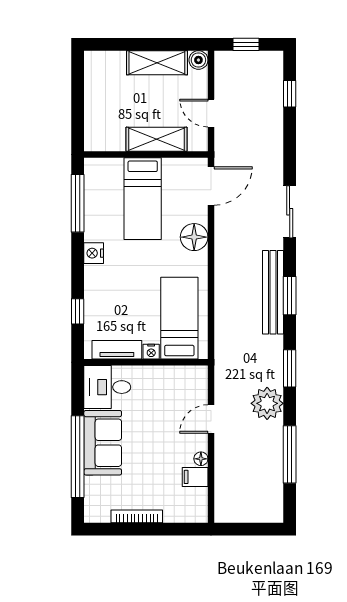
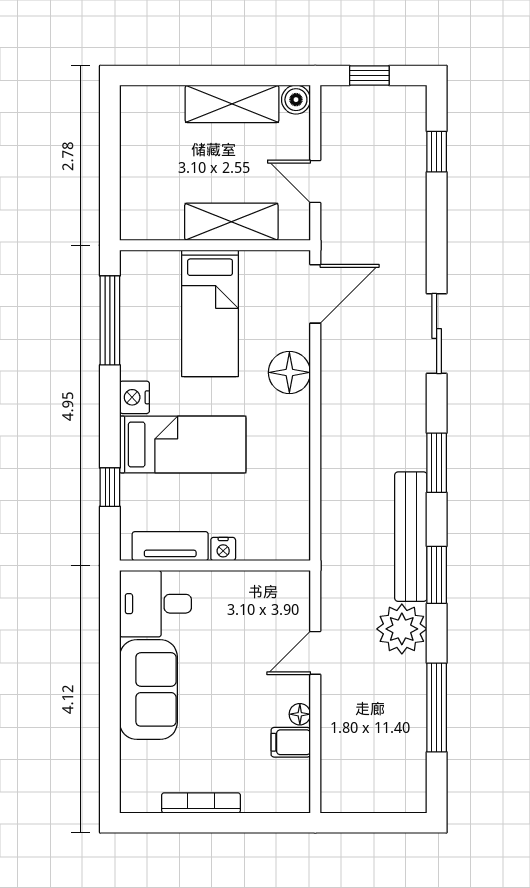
bench: (273, 292) -> (411, 537), moved
bed: (179, 318) -> (183, 445), moved, turned 90
window: (78, 457) -> (110, 711), removed

